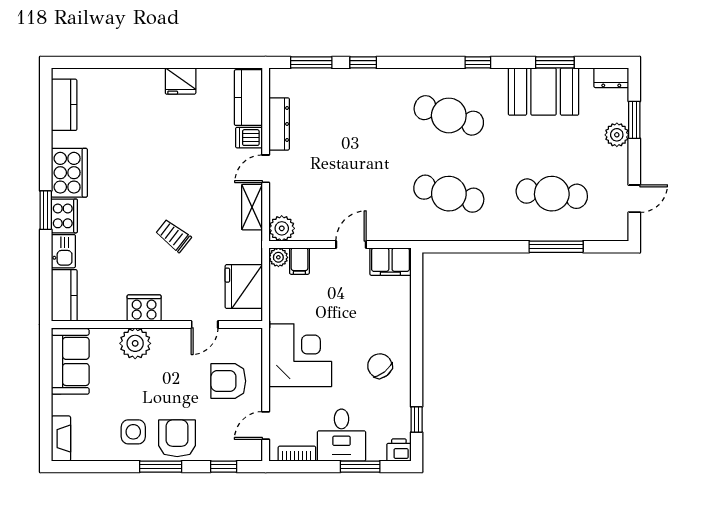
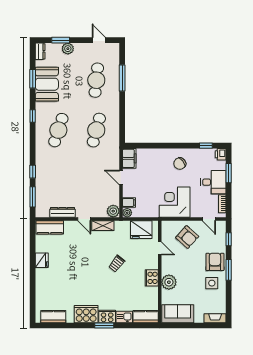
dishwasher: (249, 138) -> (69, 227), removed
armchair: (228, 381) -> (187, 237), turned -48
armchair: (177, 438) -> (215, 262), turned 90

